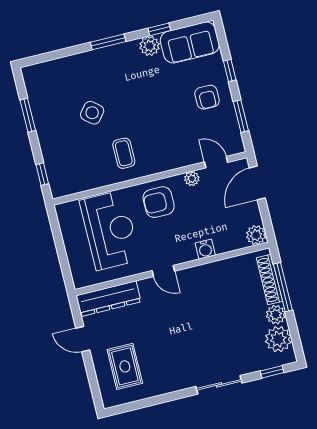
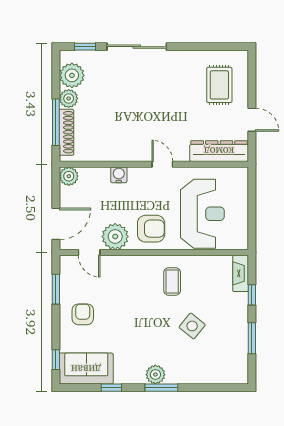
plant: (150, 46) -> (155, 375), moved
window: (230, 71) -> (56, 360), moved
window: (42, 174) -> (252, 295), moved
fireplace: (56, 179) -> (241, 273), added
plant: (192, 179) -> (115, 237), width x1.88, depth x1.88
reception desk: (110, 230) -> (202, 214), turned 180
sliding door: (219, 385) -> (137, 47), width x1.37

